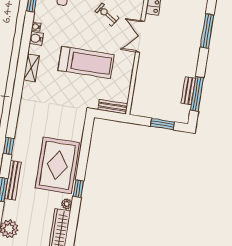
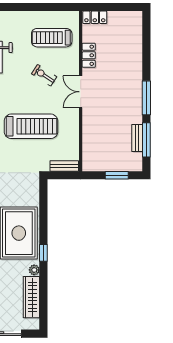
window: (207, 31) -> (146, 98), moved

